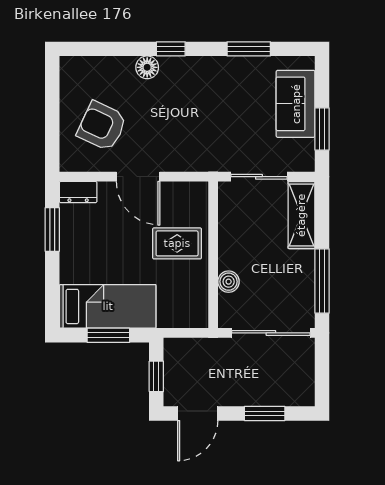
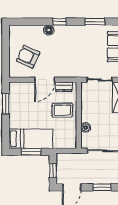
door: (138, 177) -> (45, 80), hinge flipped
dresser: (78, 192) -> (64, 87), moved

